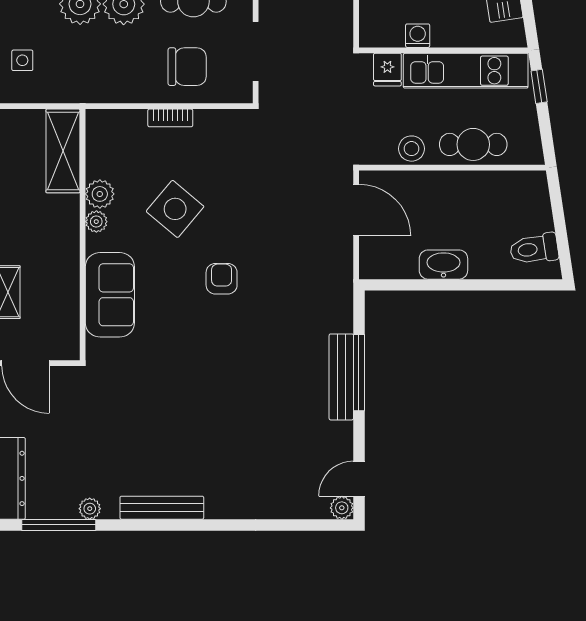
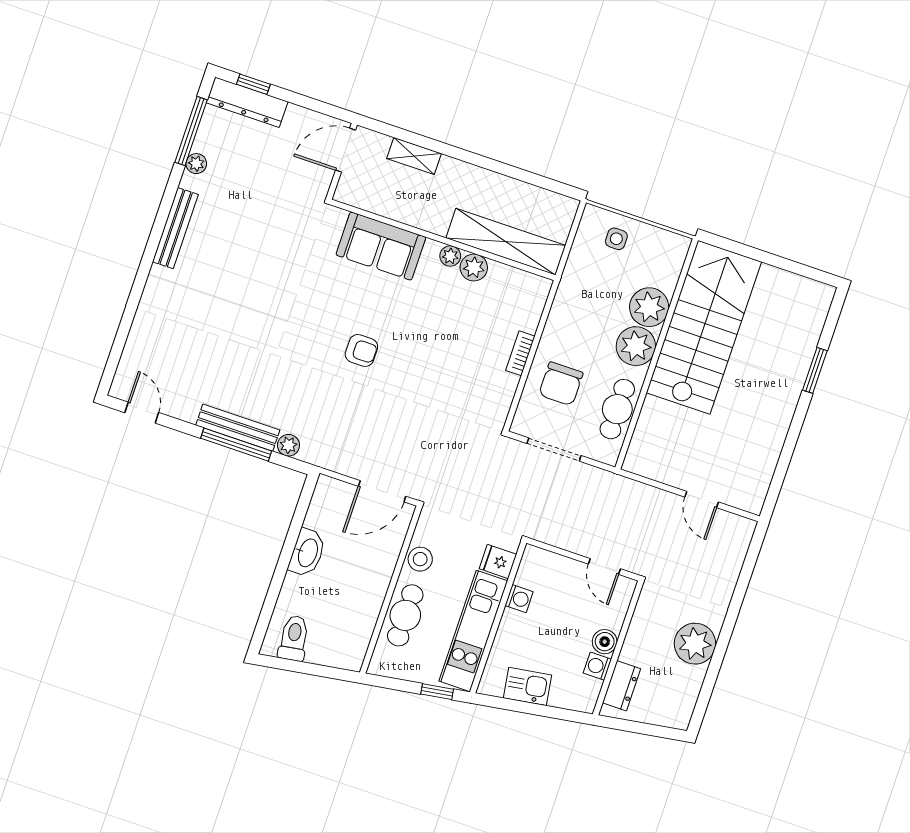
shelving: (63, 151) -> (506, 242), width x1.47
side table: (175, 209) -> (438, 330), removed
plant: (342, 508) -> (288, 445), moved

